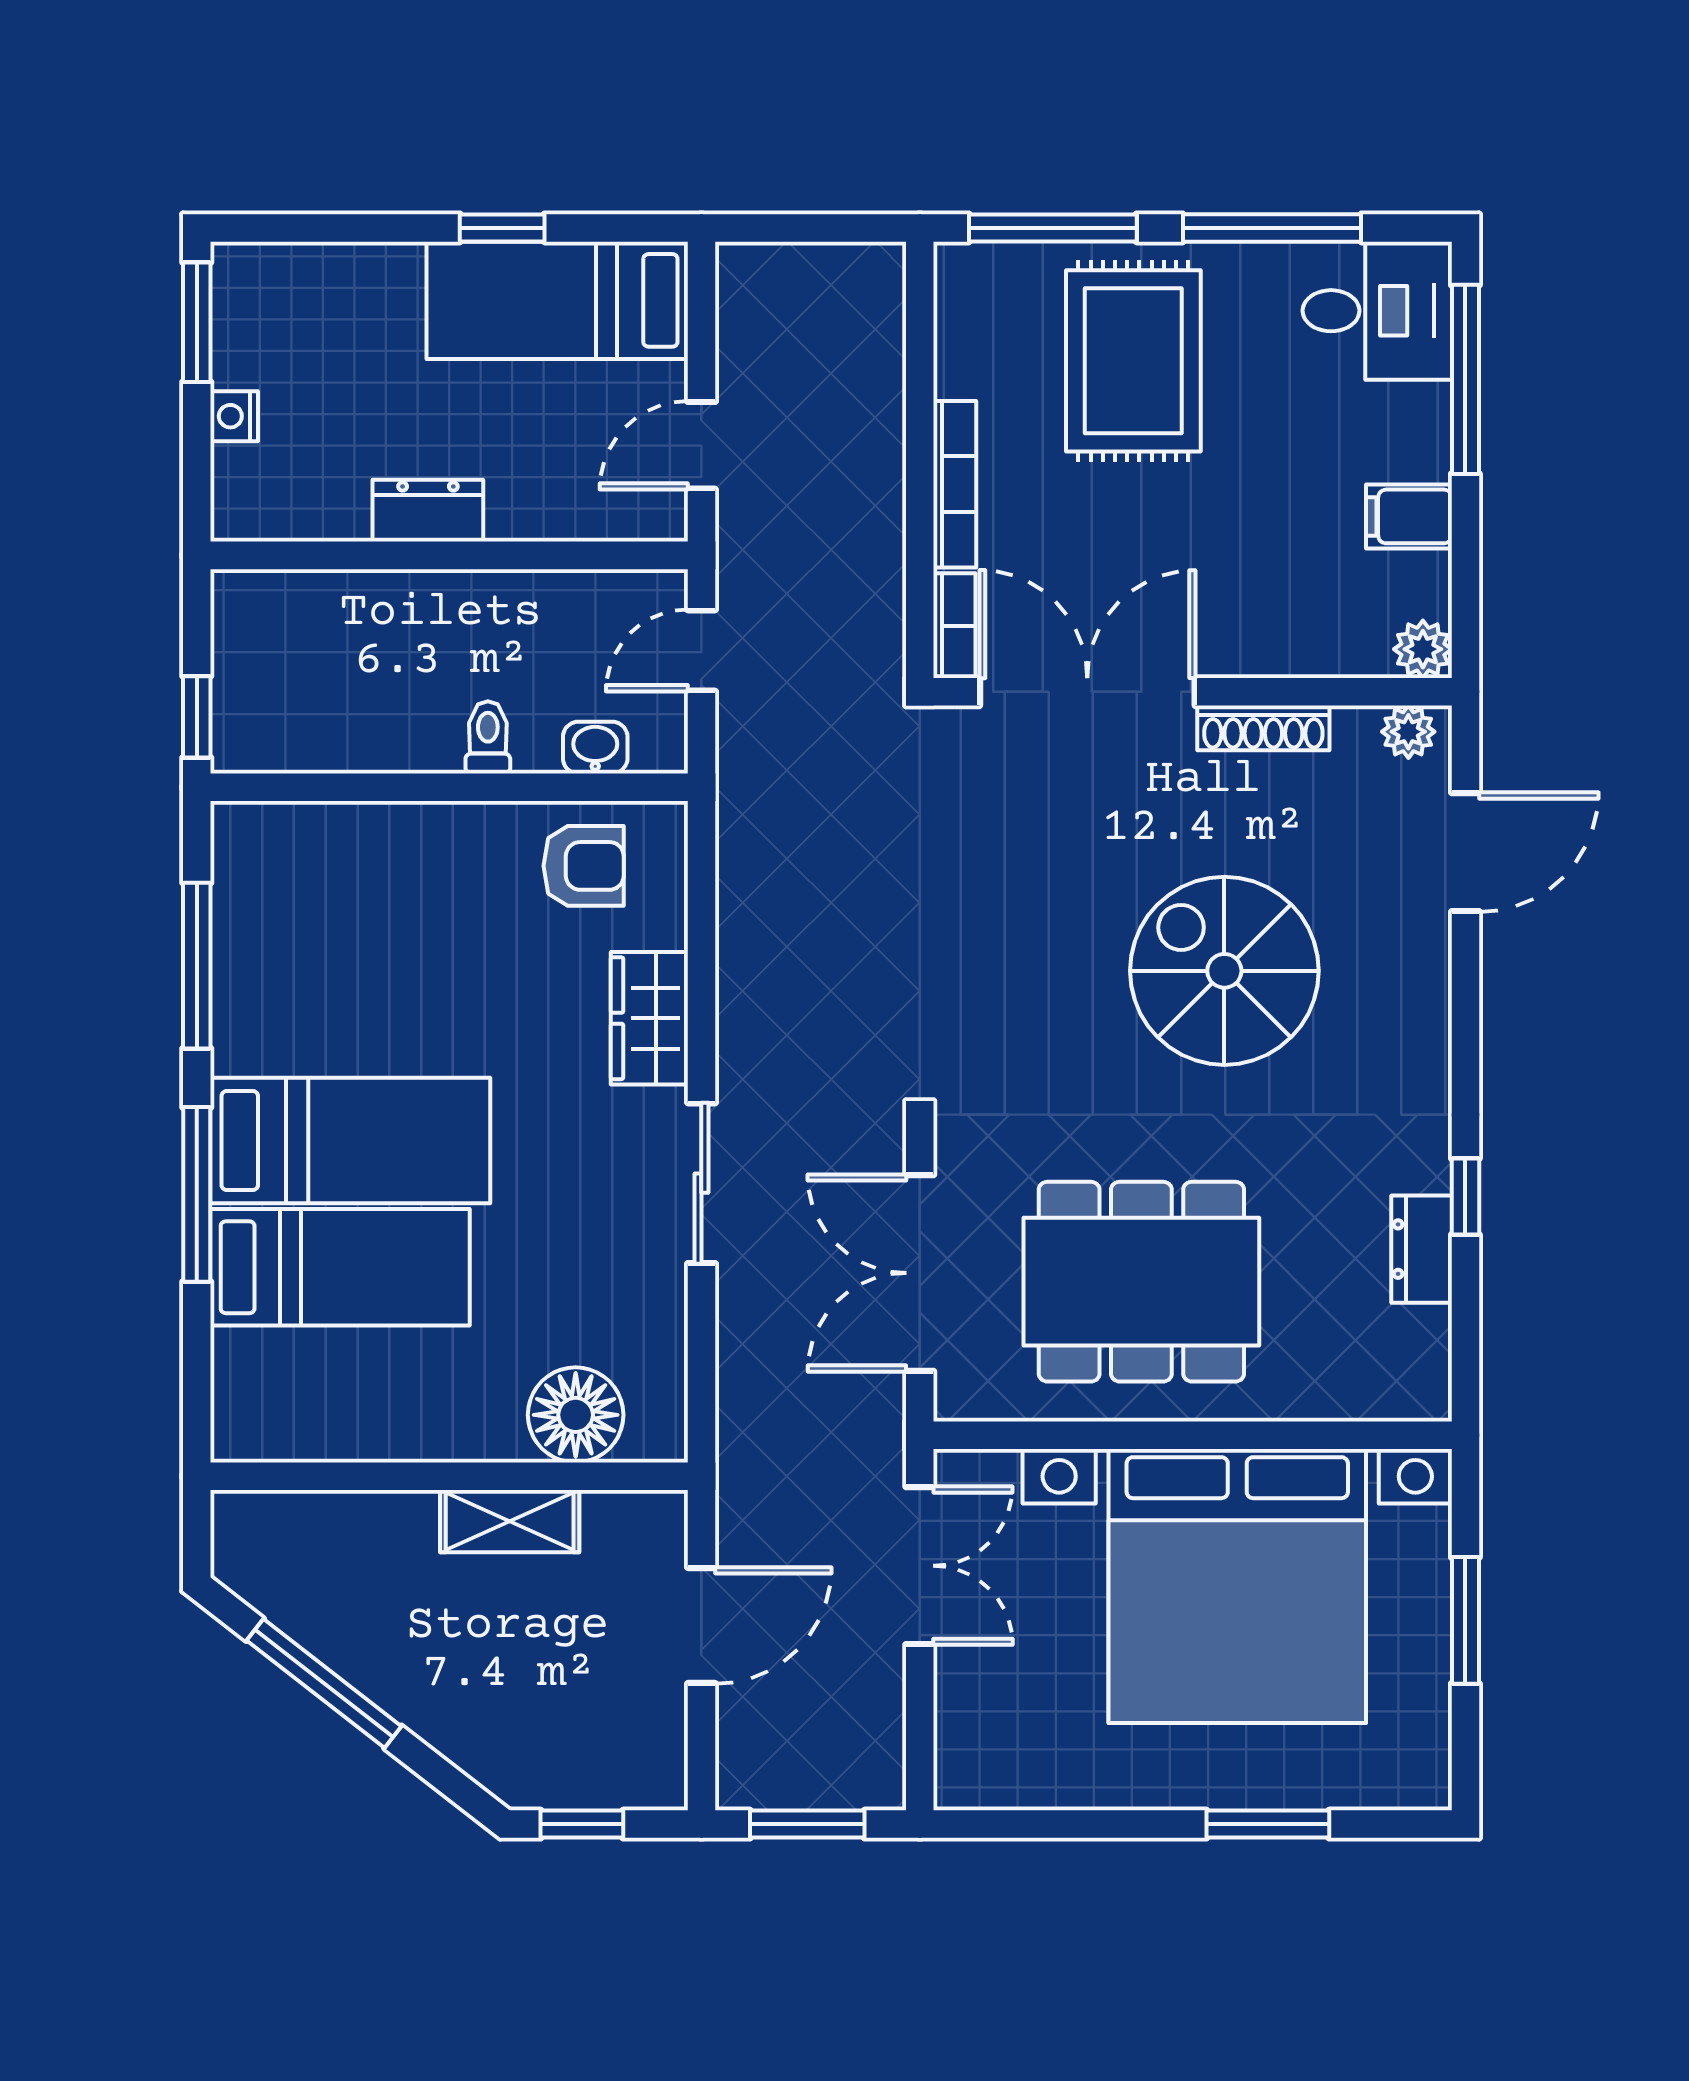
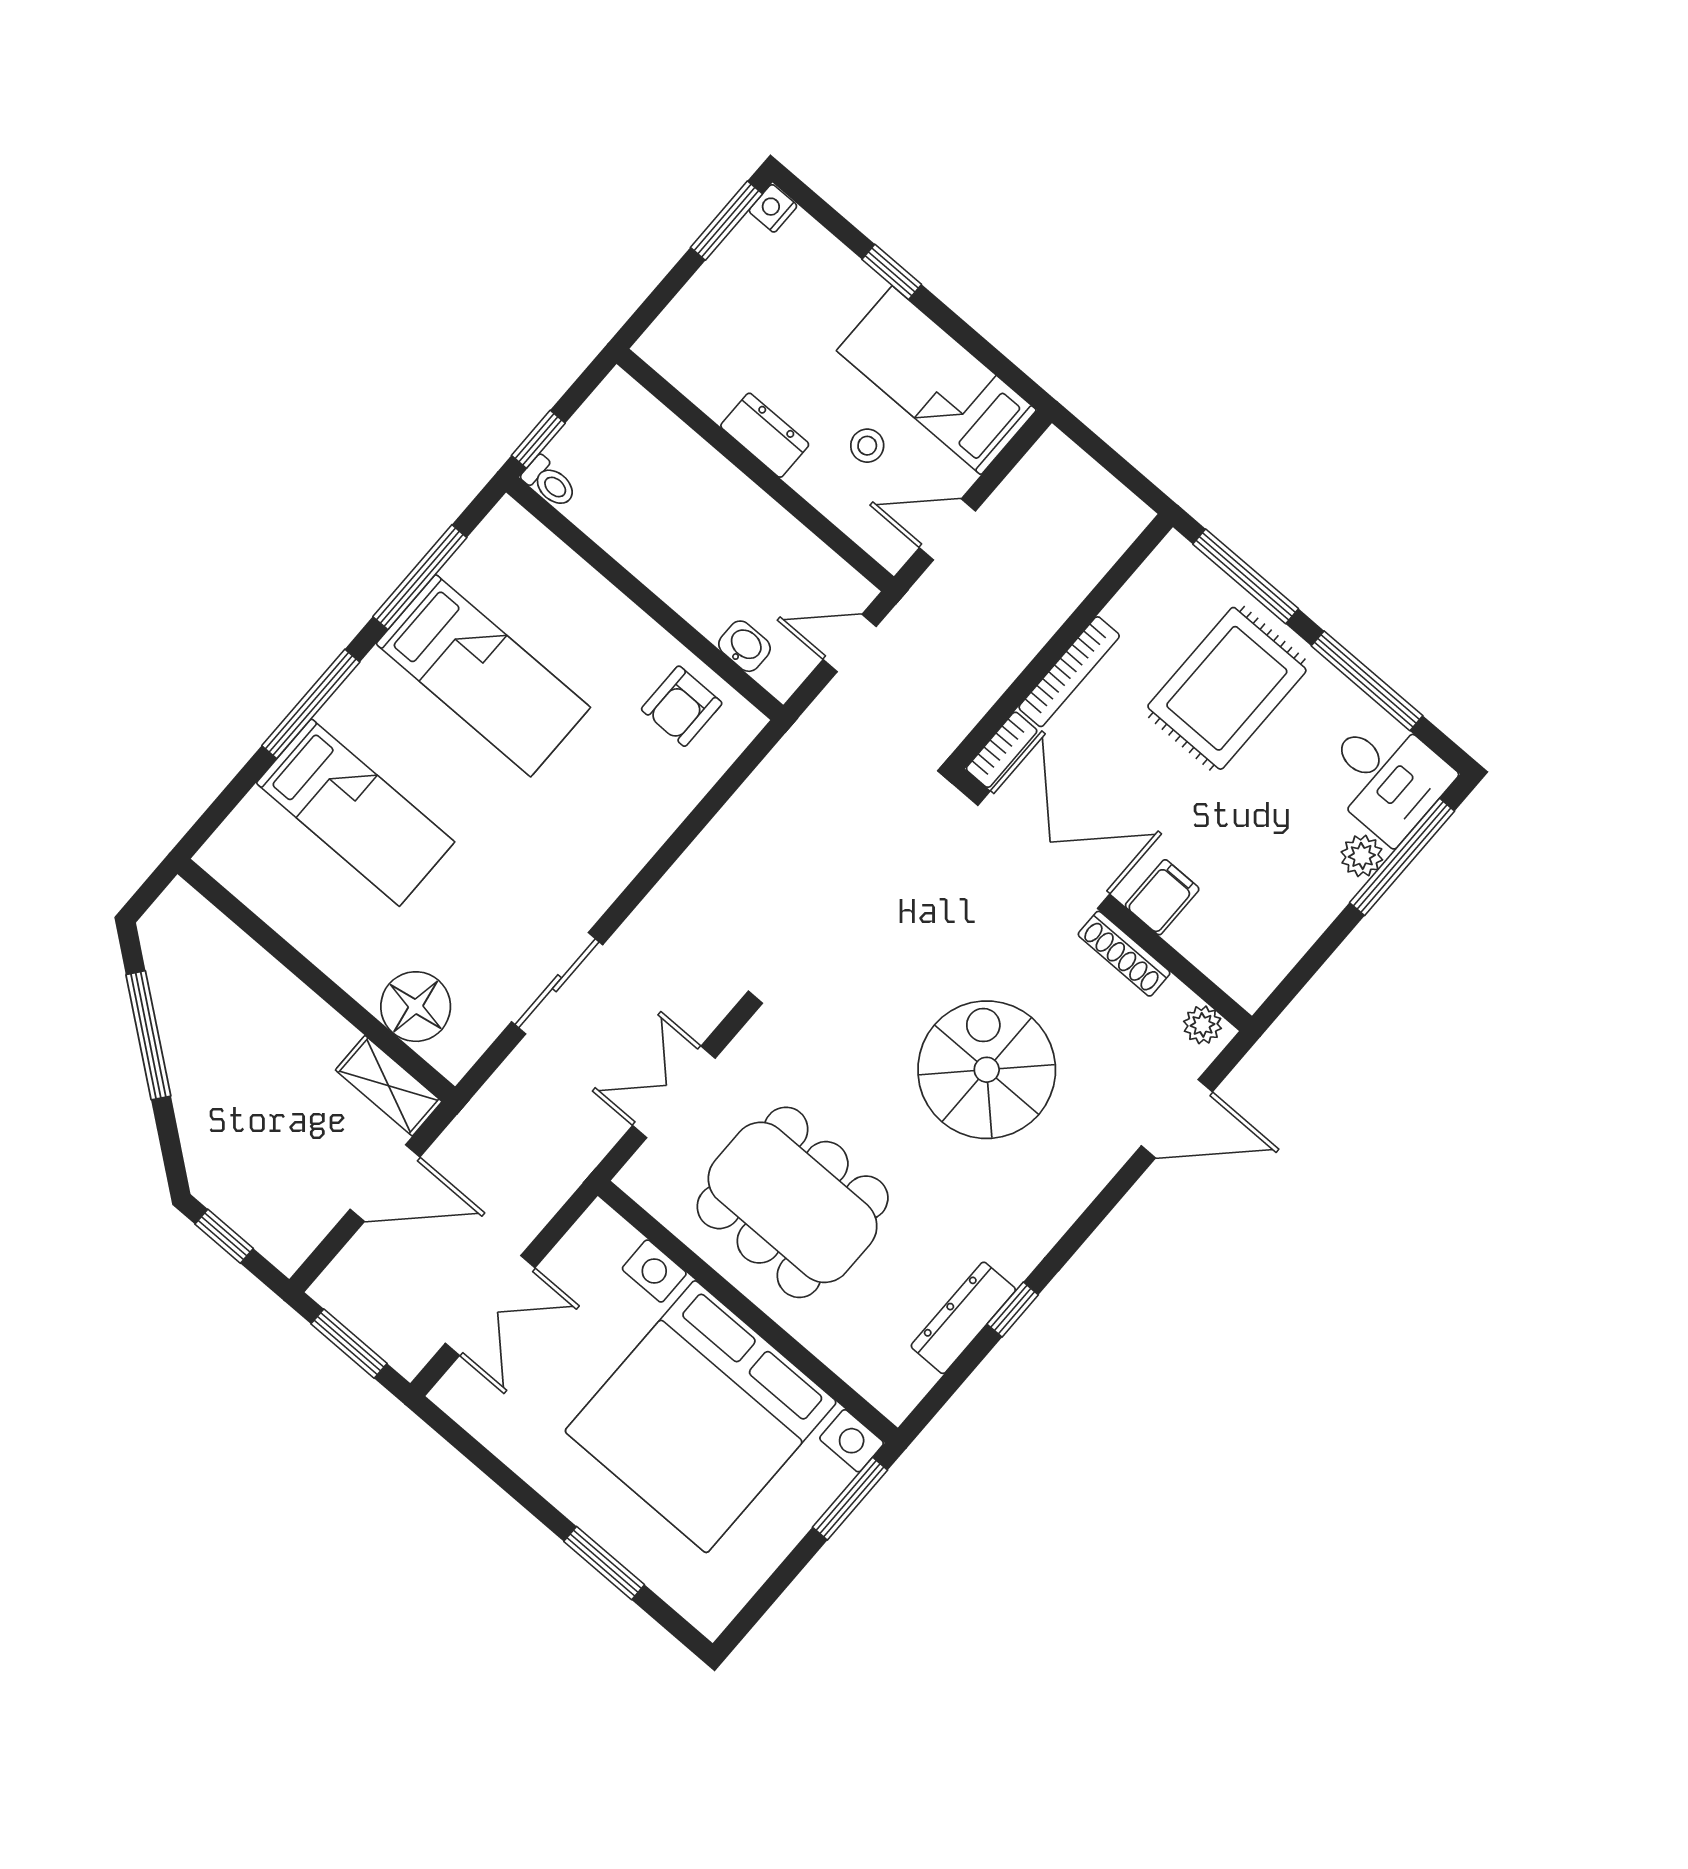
window: (502, 228) -> (892, 272), moved
nightstand: (234, 416) -> (773, 208), moved
stool: (544, 430) -> (867, 446), added
filing cabinet: (1409, 516) -> (1162, 897), moved, turned 90
plant: (1423, 649) -> (1362, 856), moved
toilet: (488, 737) -> (550, 482), moved, turned 90
armchair: (584, 866) -> (682, 706), turned 90
wardrobe: (649, 1018) -> (646, 822), removed
bed: (350, 1141) -> (483, 675), moved
sliding door: (701, 1183) -> (557, 983), moved
dresser: (1422, 1249) -> (963, 1318), width x1.44
double door: (920, 1273) -> (674, 1092), width x0.73
shelving: (510, 1521) -> (389, 1086), moved
double door: (920, 1566) -> (490, 1306), moved
window: (1465, 1620) -> (850, 1499), moved

